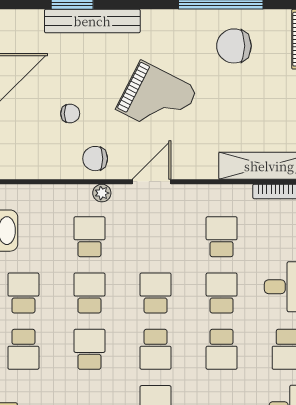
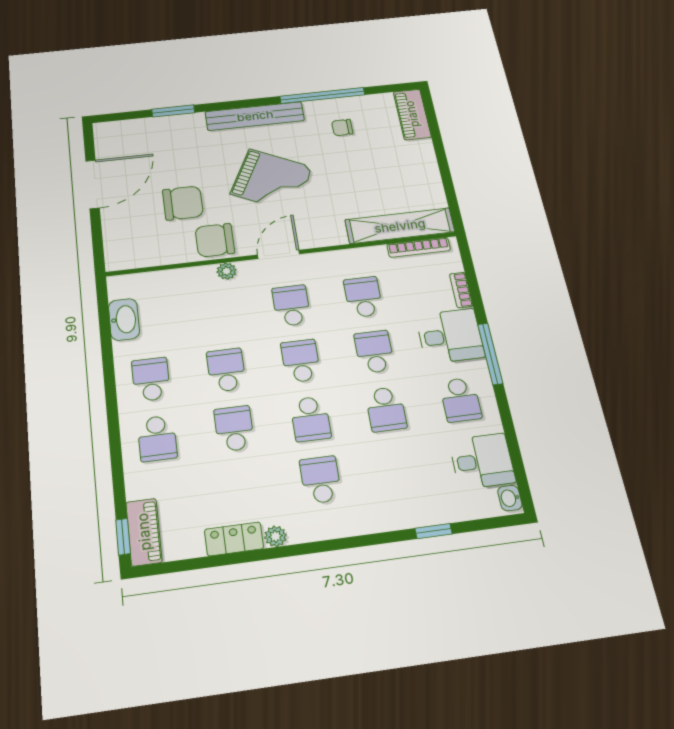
bench: (92, 21) -> (255, 116), moved
chair: (234, 46) -> (342, 127), width x0.54, depth x0.54
chair: (70, 114) -> (183, 203), width x1.87, depth x1.87
chair: (95, 159) -> (215, 240), width x1.37, depth x1.37
school desk: (89, 237) -> (291, 306), moved

